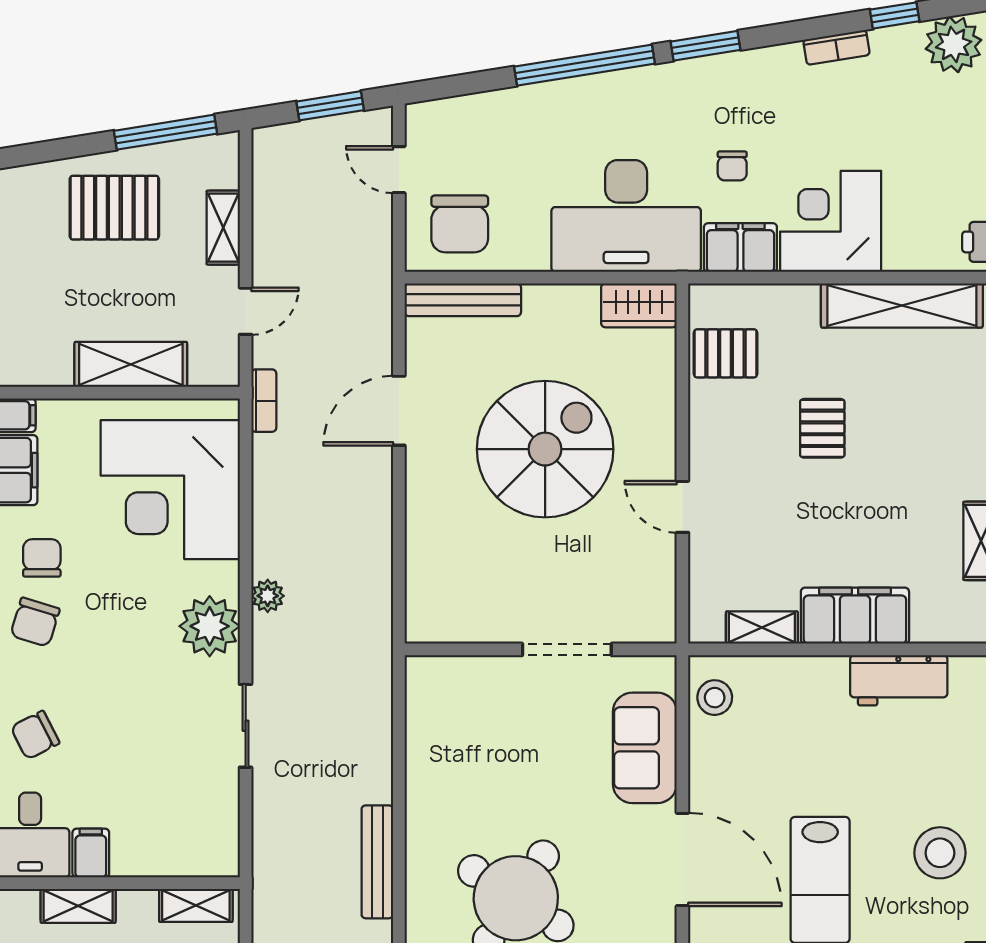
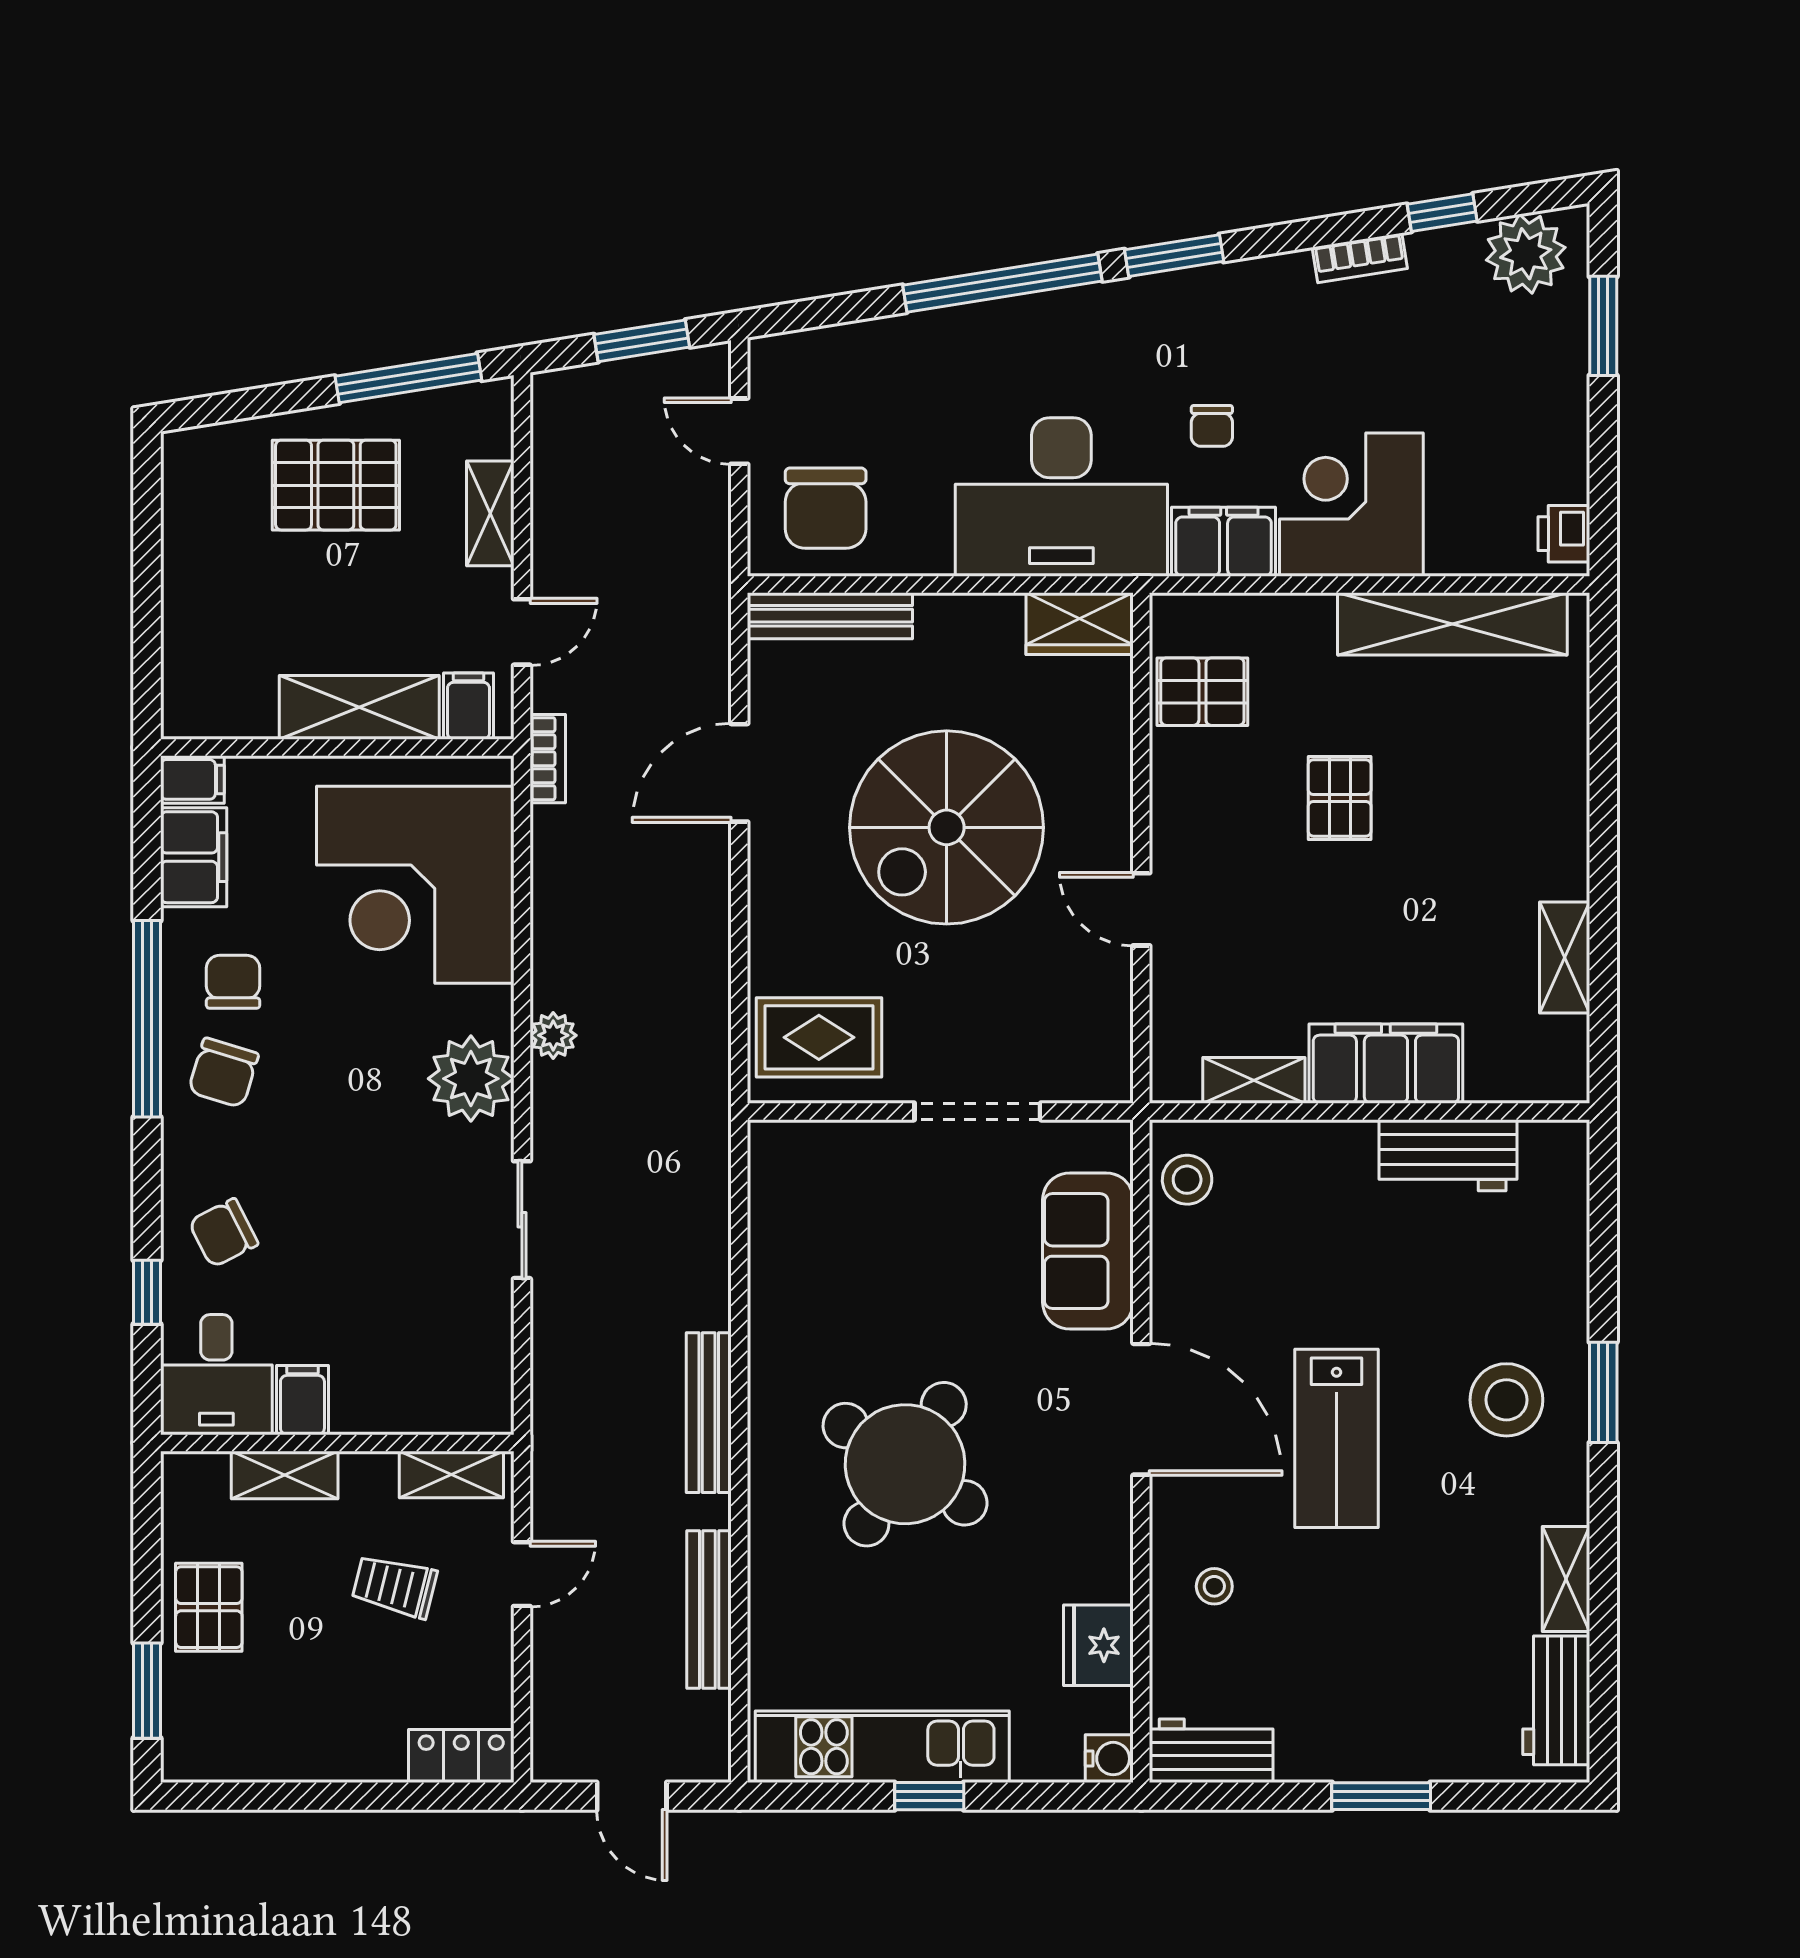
filing cabinet: (208, 364) -> (468, 706), added
spiral stairs: (545, 449) -> (947, 827), turned 180
rug: (455, 597) -> (819, 1037), added

